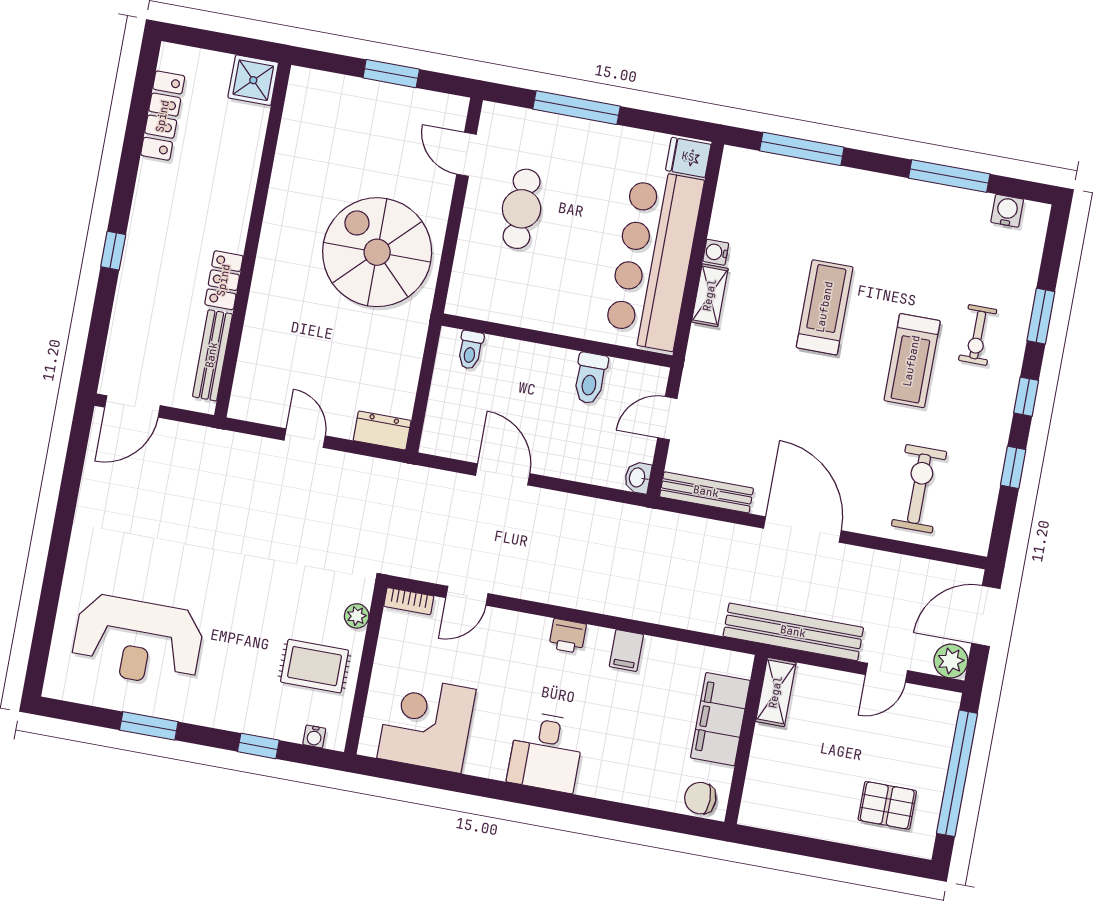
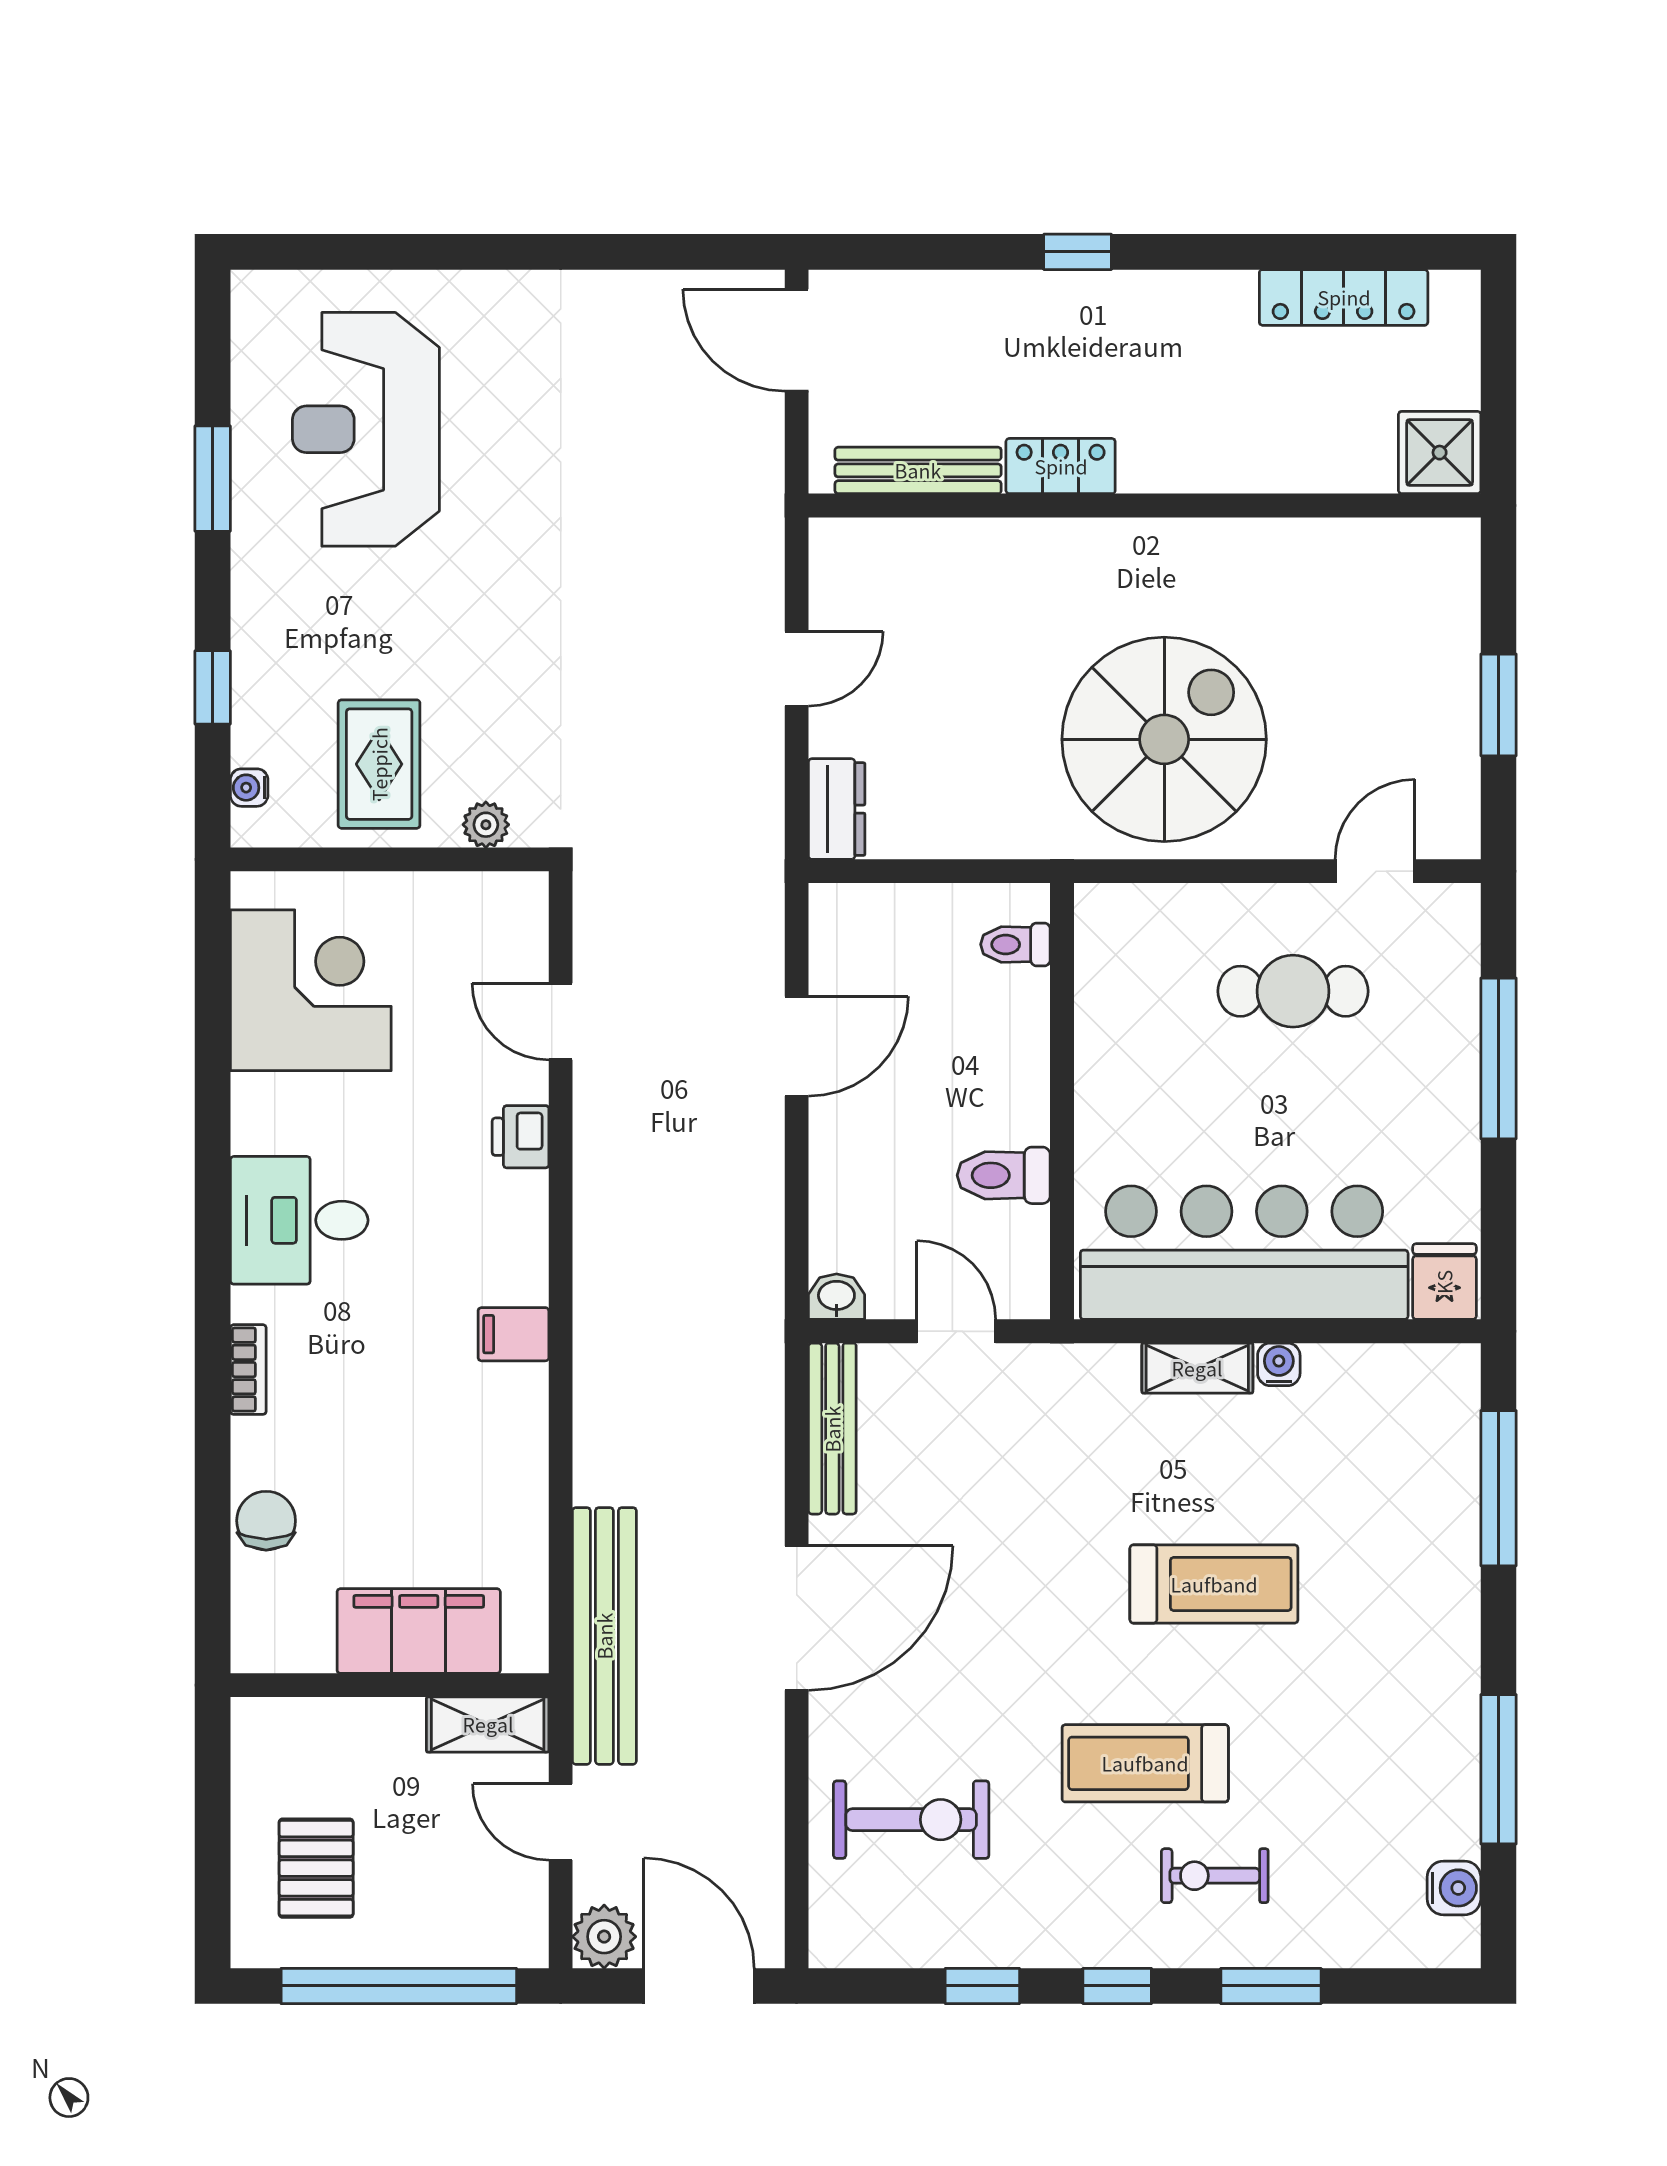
bookcase: (409, 601) -> (248, 1370), moved, turned 180
printer: (568, 636) -> (520, 1137), moved
shelving: (776, 692) -> (488, 1724), moved
filing cabinet: (720, 719) -> (419, 1631), moved
wall: (746, 740) -> (390, 1685), moved

